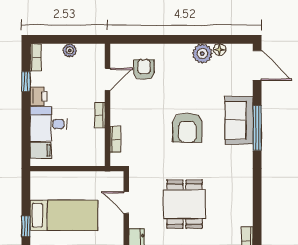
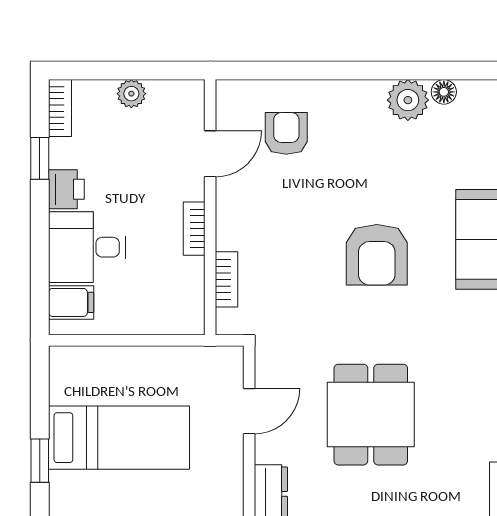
door: (126, 203) -> (249, 411), swing flipped

